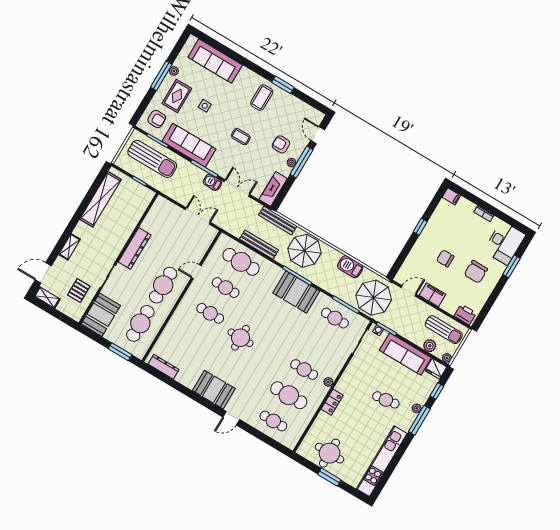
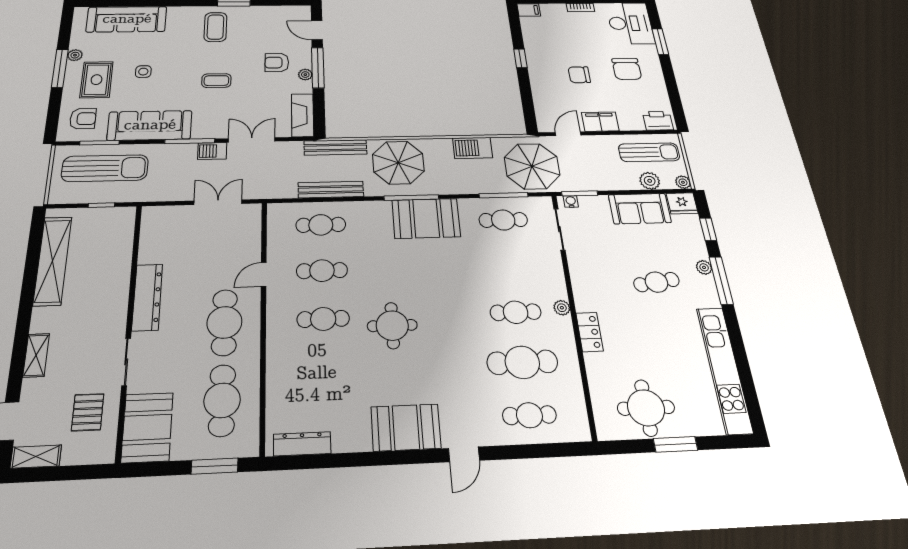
cafe table: (241, 262) -> (321, 225), width x0.73, depth x0.74
sofa: (405, 354) -> (640, 209), width x0.73

